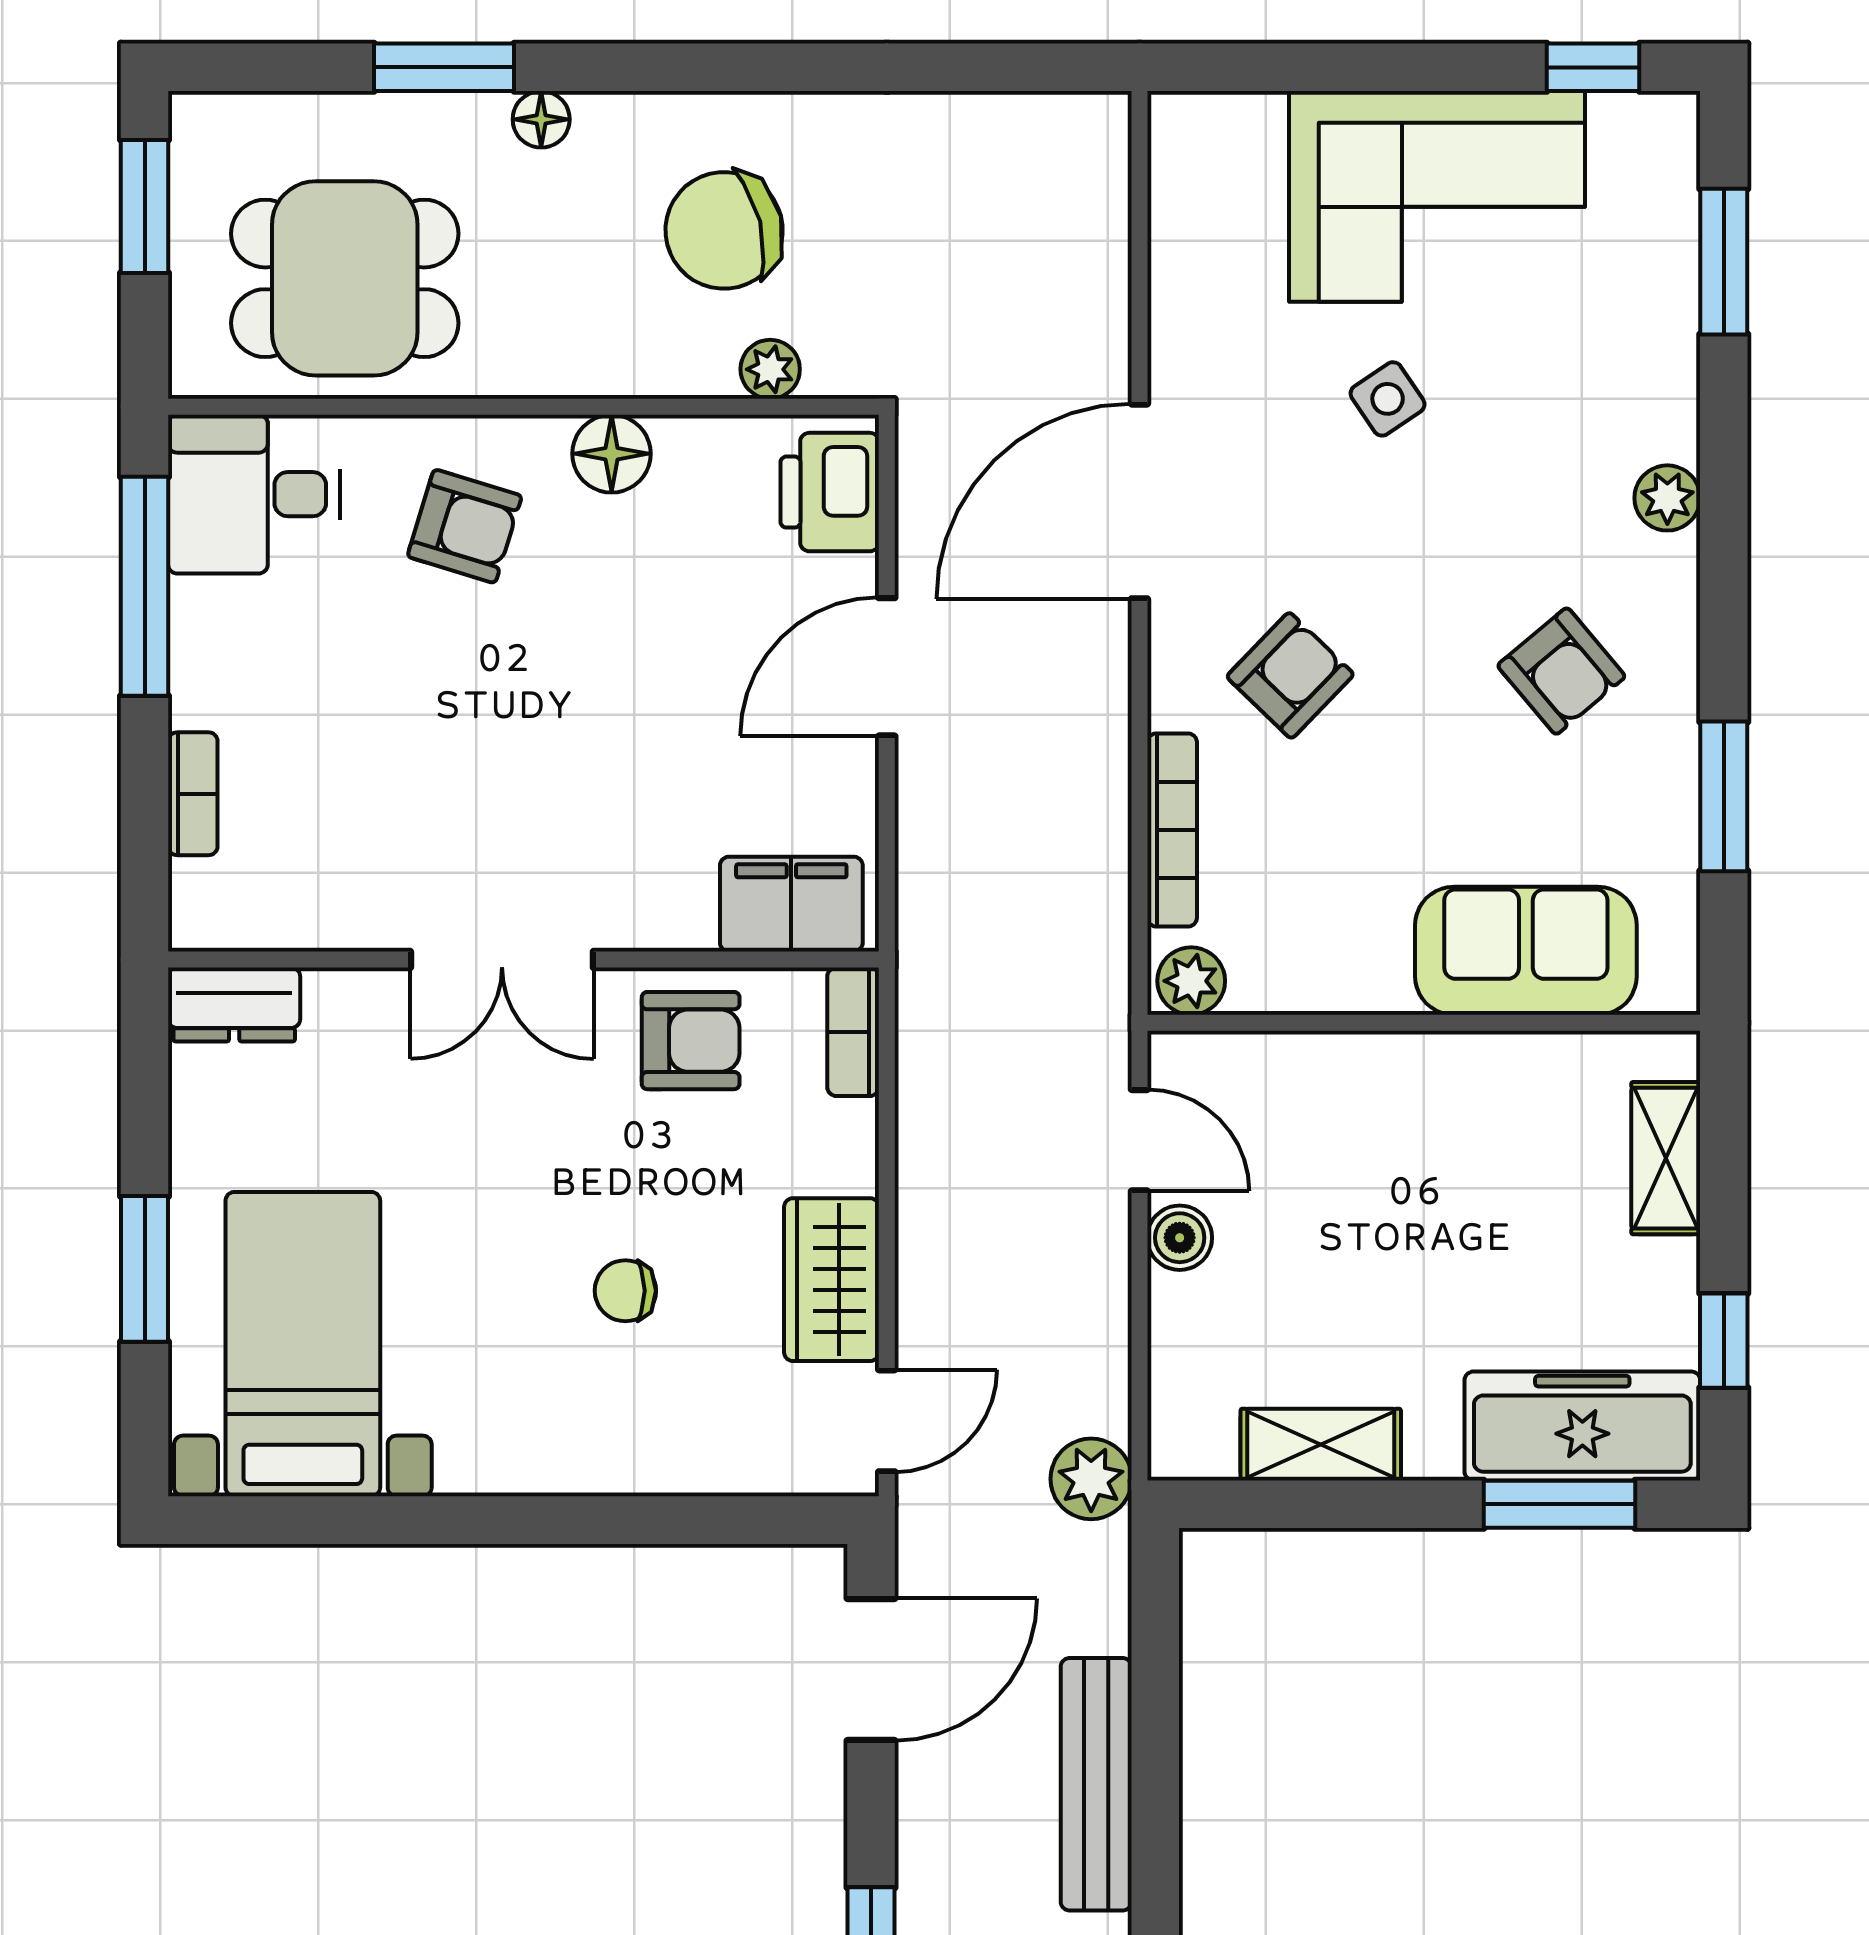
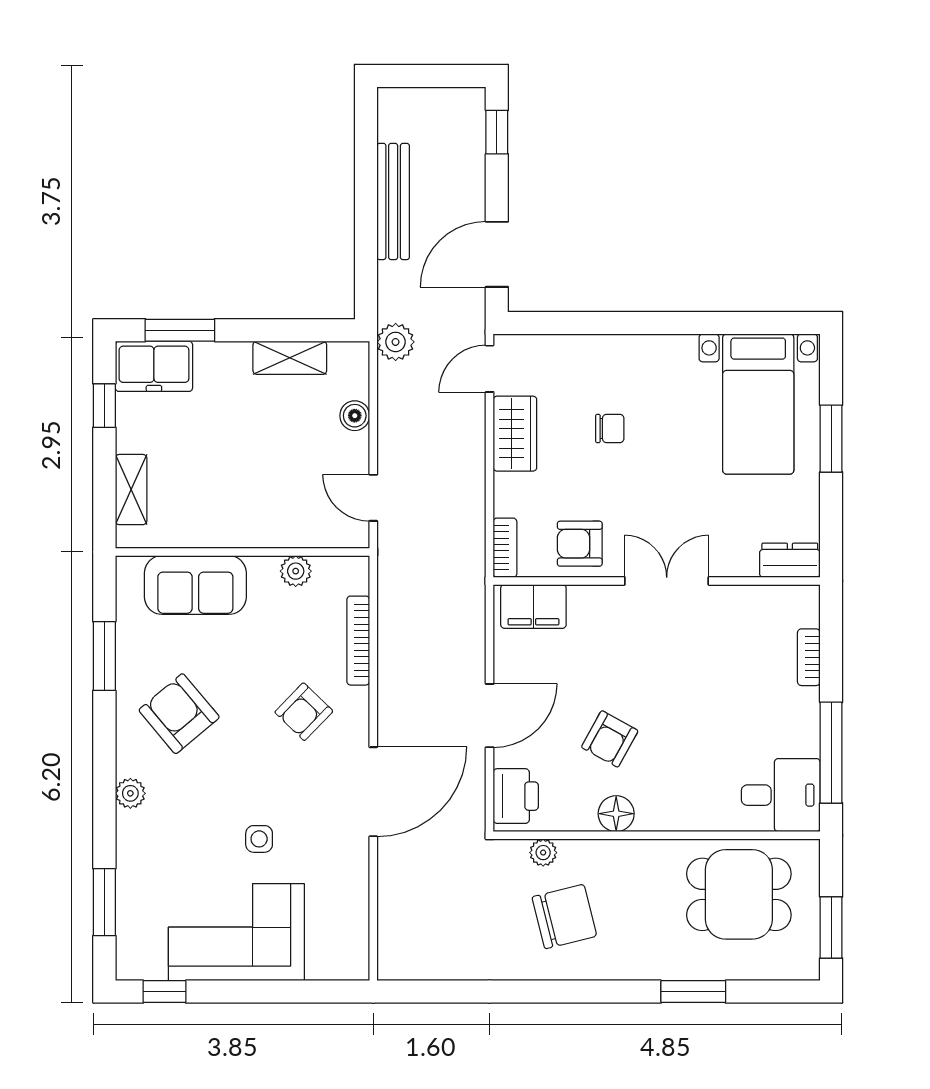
floor lamp: (541, 119) -> (649, 968), removed
side table: (1388, 399) -> (259, 839), turned 34
armchair: (465, 526) -> (610, 739), moved, turned -78
armchair: (1561, 671) -> (179, 714), width x1.38, depth x1.38
plant: (1191, 981) -> (296, 571), moved
boiler: (1180, 1238) -> (355, 416), moved
freezer: (1582, 1426) -> (154, 366), width x0.71

